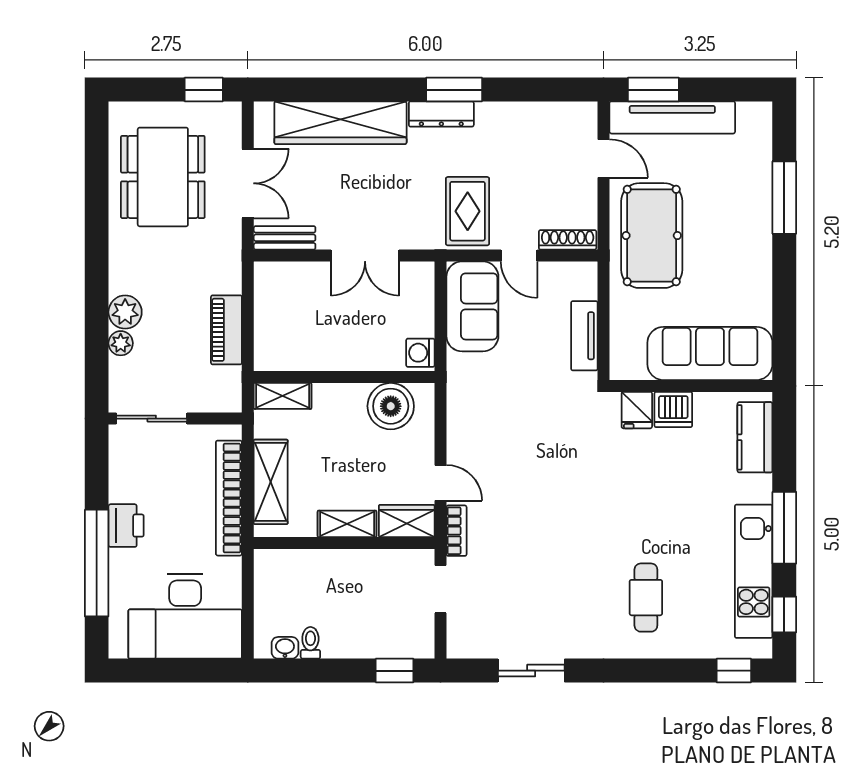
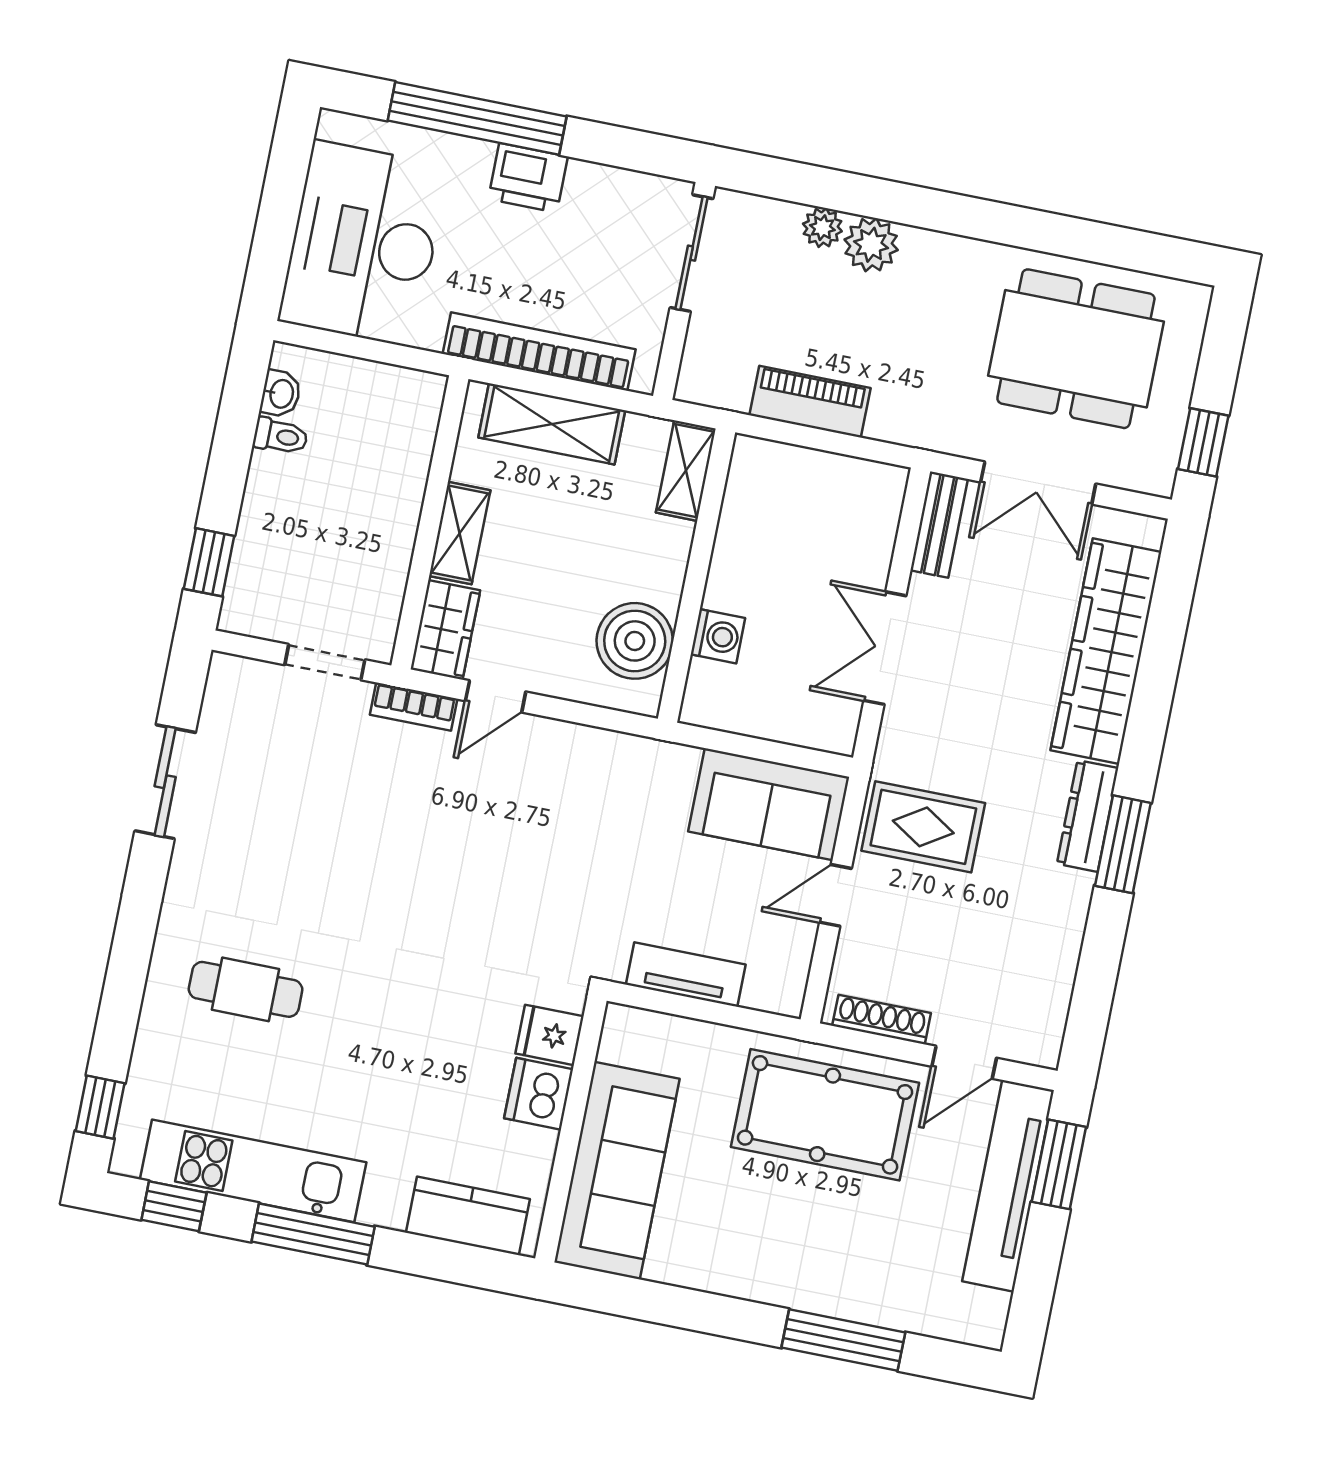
shoe rack: (568, 240) -> (882, 1019), moved, turned -90
washing machine: (420, 353) -> (718, 636), moved, turned 90

